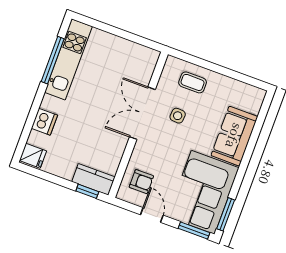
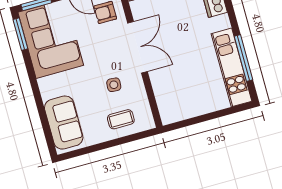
double door: (142, 113) -> (138, 47), moved
sofa: (234, 136) -> (64, 123), moved

